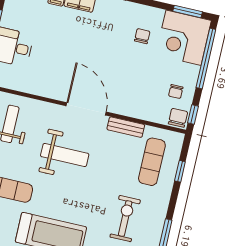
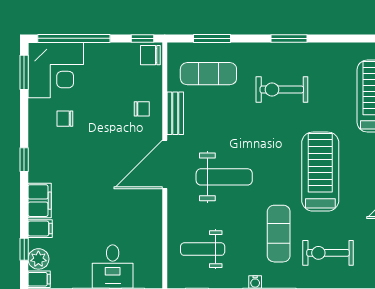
chair: (176, 92) -> (142, 109), moved
weight bench: (65, 155) -> (224, 177), turned 90
window: (180, 171) -> (212, 38), width x1.50

